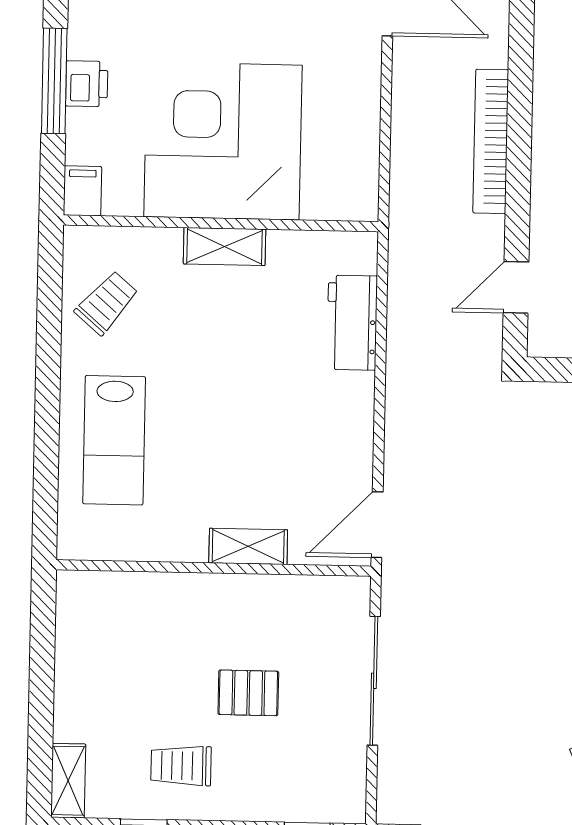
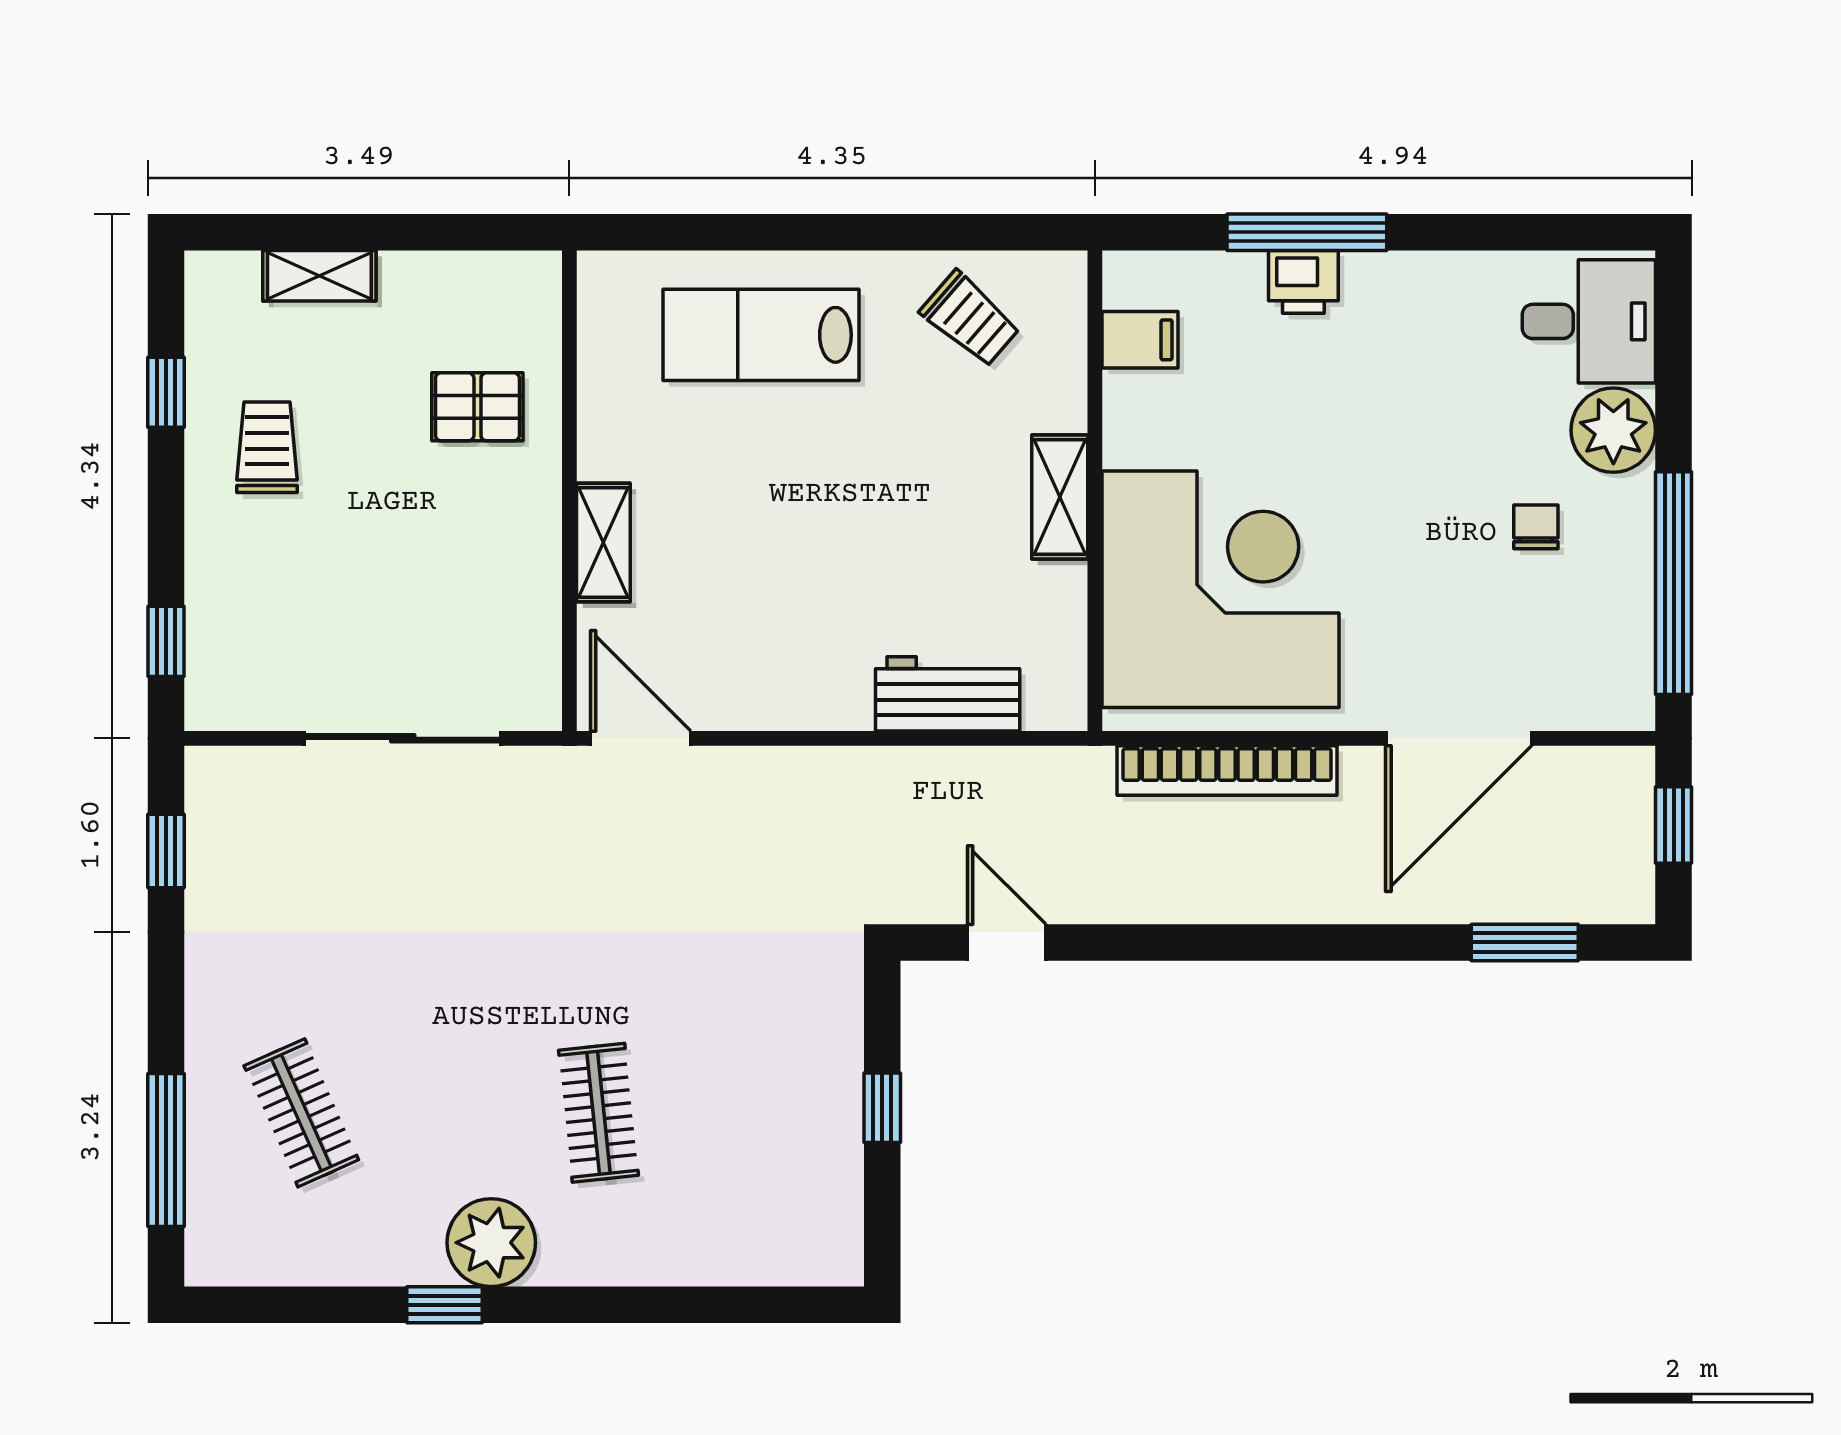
corner desk: (223, 141) -> (1221, 589), moved
bookcase: (491, 141) -> (1227, 770), moved, turned 180
filing cabinet: (82, 191) -> (1140, 340), moved
pallet: (248, 693) -> (477, 407), moved, turned 90
shelving: (68, 781) -> (319, 276), moved

